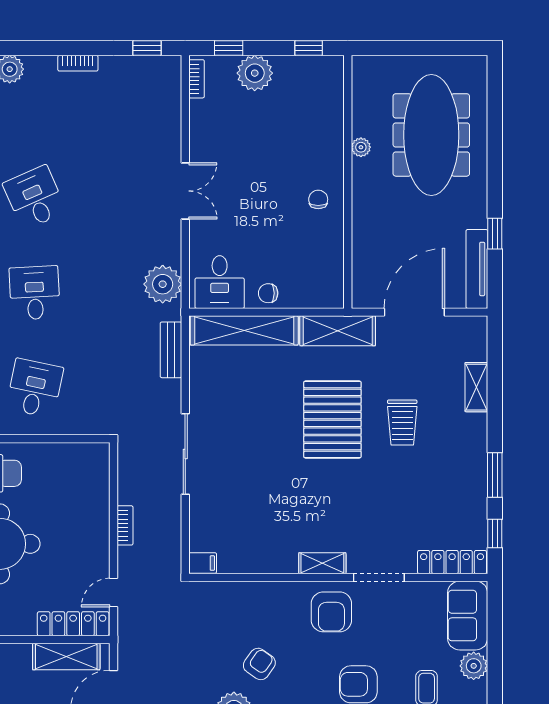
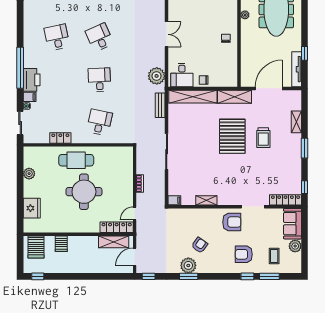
window: (495, 475) -> (305, 148), moved
shelving: (322, 563) -> (206, 200), moved
armchair: (331, 612) -> (232, 222), turned -90

